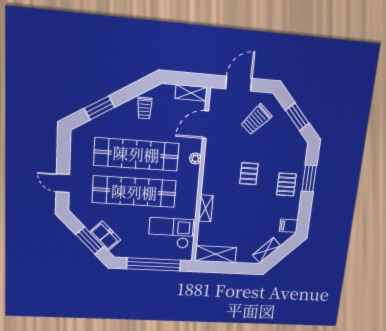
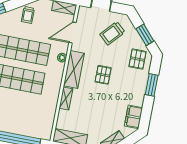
shelving: (212, 172) -> (74, 69), added
pallet: (286, 184) -> (137, 59), moved
filing cabinet: (289, 226) -> (133, 117), width x2.00
checkout: (171, 233) -> (36, 115), removed

